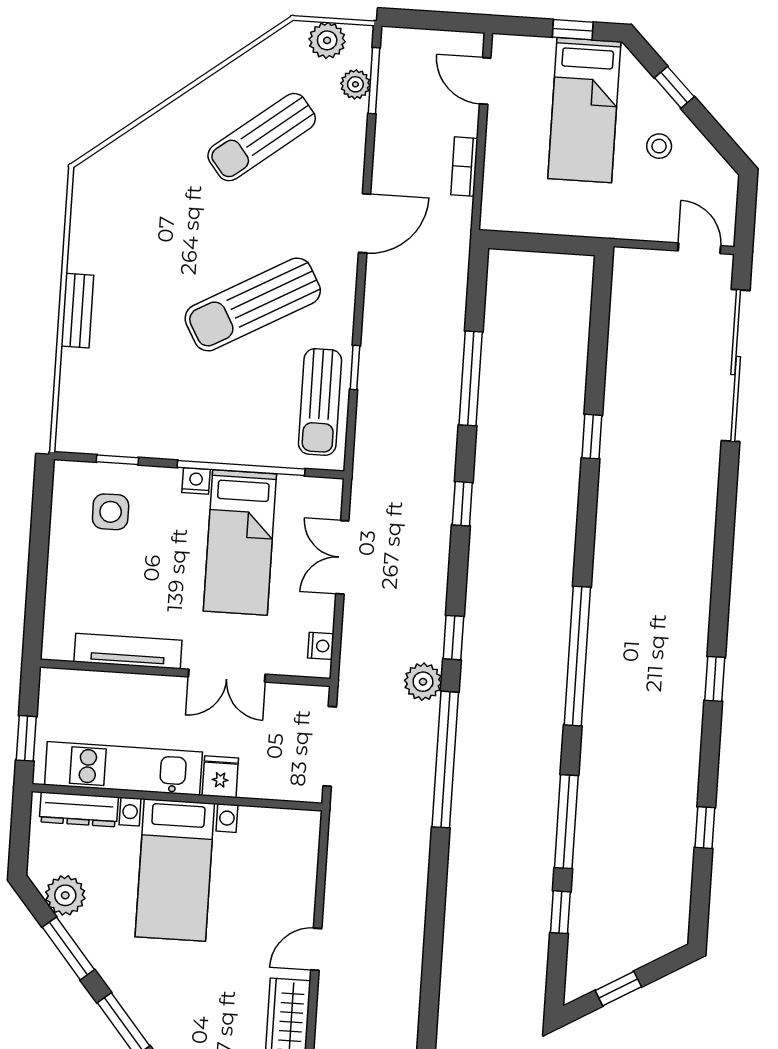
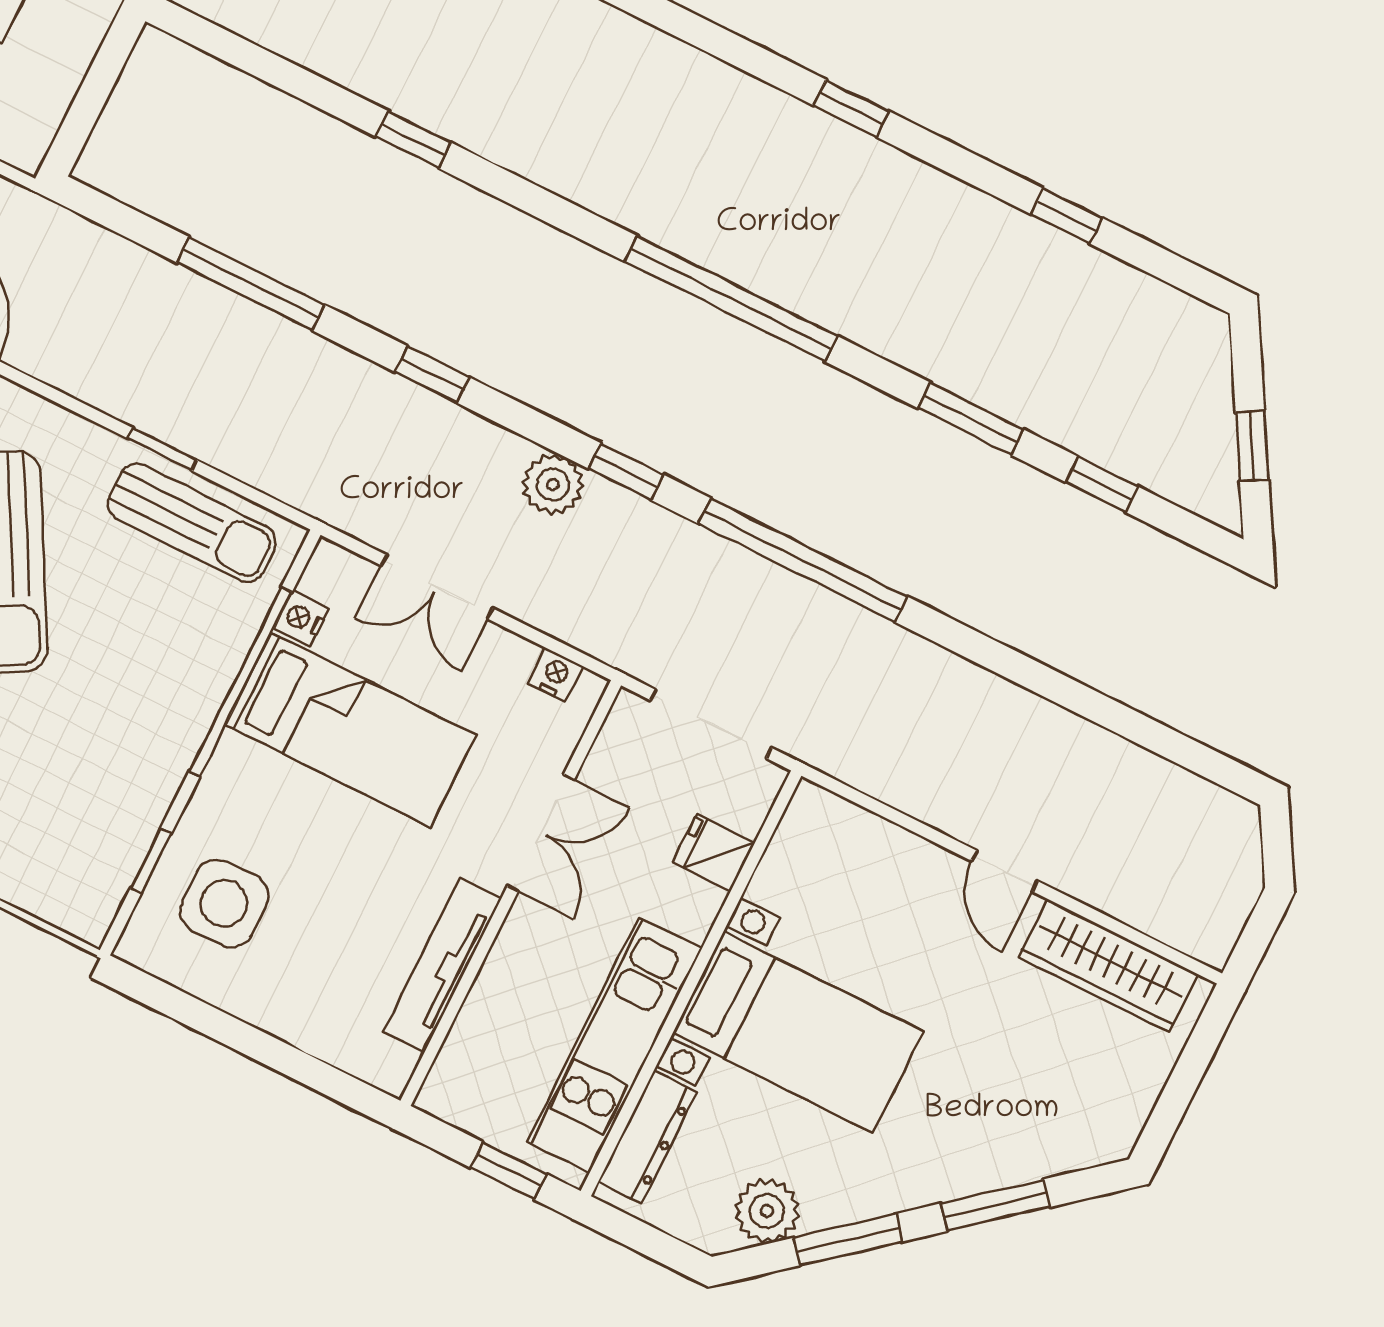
nightstand: (196, 481) -> (301, 619), moved
side table: (111, 512) -> (224, 904), width x1.37, depth x1.37
plant: (423, 682) -> (553, 485), moved
fridge: (220, 777) -> (714, 852), moved
window: (566, 822) -> (971, 419), width x0.69

